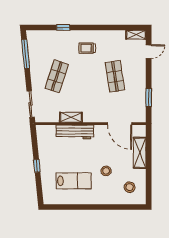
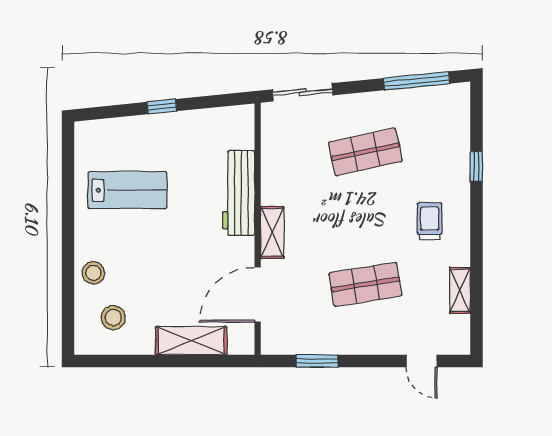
shelving: (136, 35) -> (460, 290), moved
shop shelf: (57, 76) -> (365, 152), turned -30
shelving: (71, 117) -> (272, 233), moved
stool: (106, 171) -> (93, 273), moved
lab bench: (74, 181) -> (128, 190), turned -90

